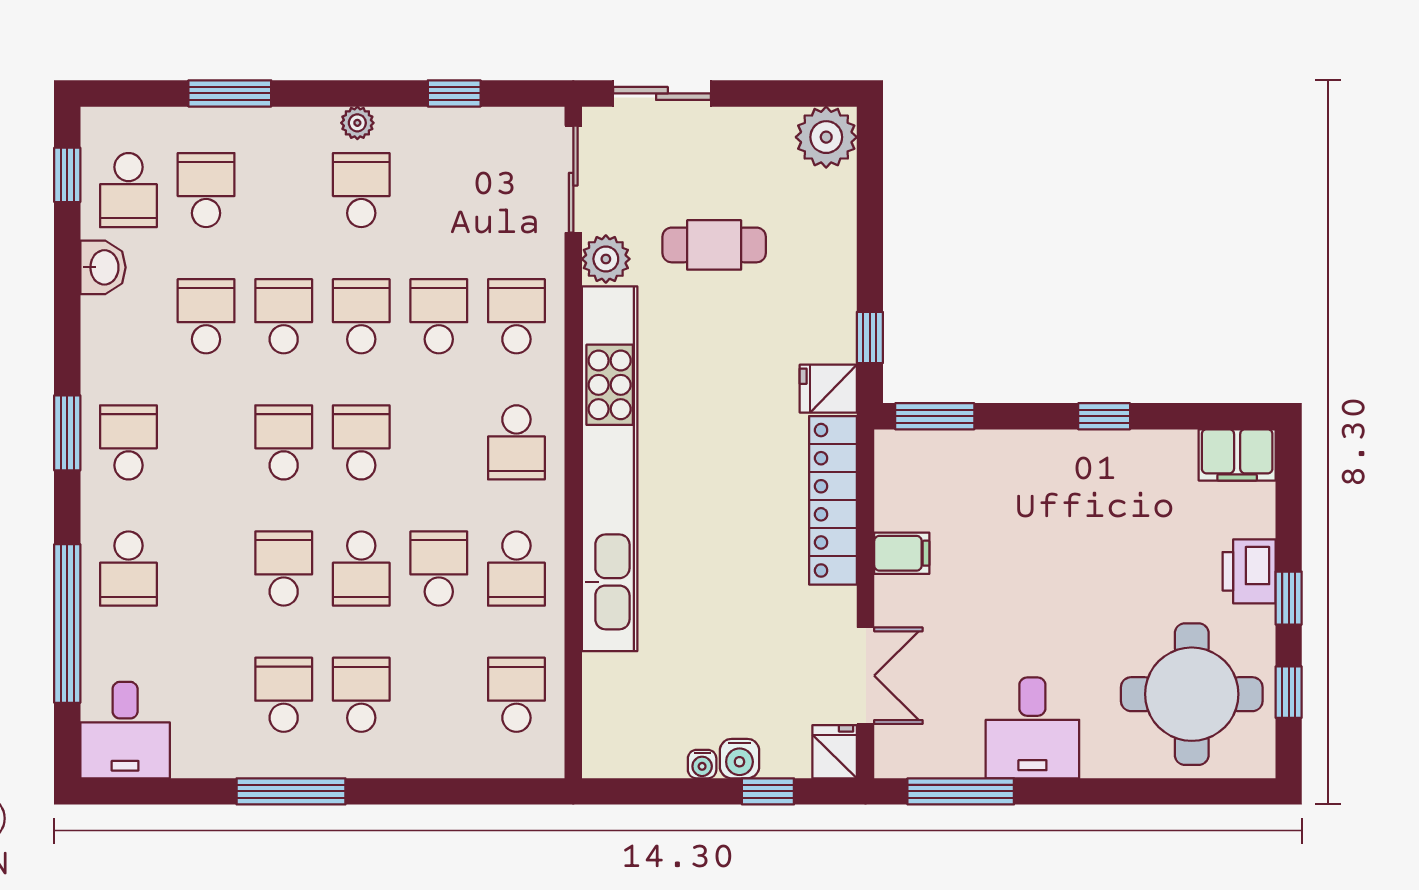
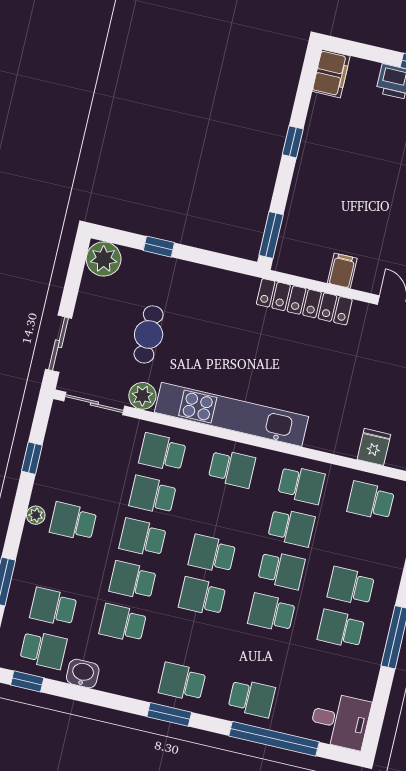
window: (870, 337) -> (159, 247), moved
fridge: (828, 389) -> (374, 447), moved, turned 180
kitchen unit: (610, 469) -> (232, 414), width x0.73
school desk: (439, 569) -> (291, 527), turned 180

